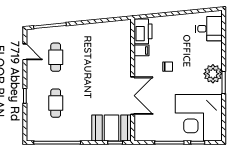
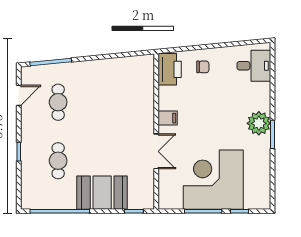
filing cabinet: (141, 50) -> (168, 118), moved
door: (25, 52) -> (19, 95), hinge flipped
chair: (168, 67) -> (203, 67), moved
double door: (133, 96) -> (156, 151), width x0.73
corner desk: (199, 118) -> (213, 180), moved, turned 90
booth: (112, 128) -> (102, 193), moved

